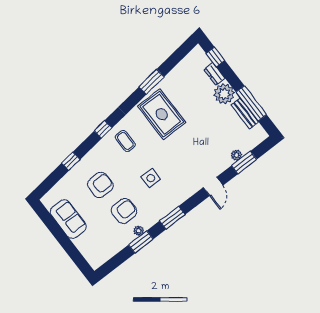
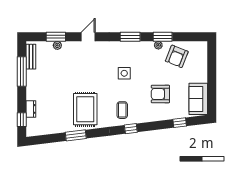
plant: (224, 94) -> (35, 91), removed
bench: (245, 113) -> (31, 57), moved
window: (71, 161) -> (180, 123), moved
armchair: (124, 211) -> (177, 56), moved, turned -68
sofa: (68, 219) -> (198, 99), moved

